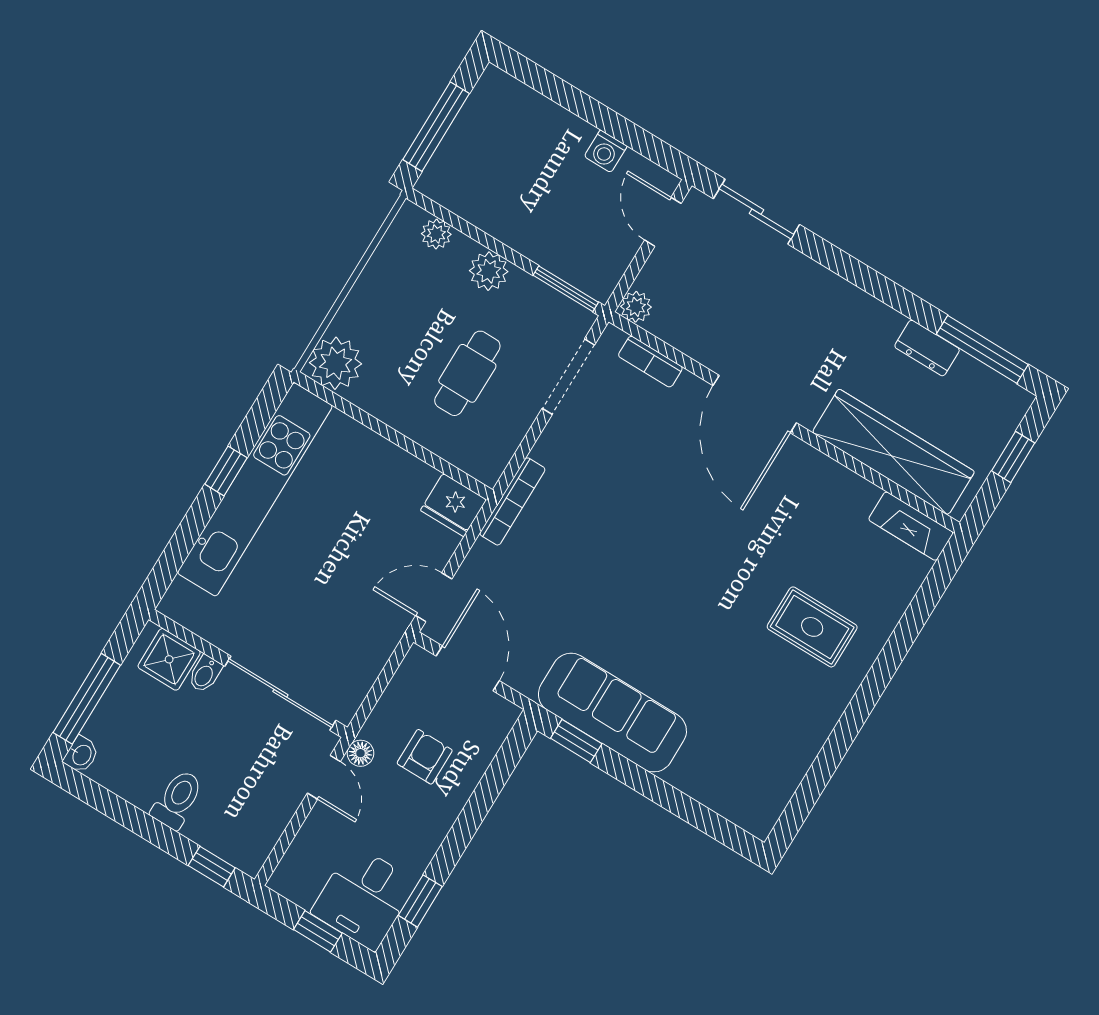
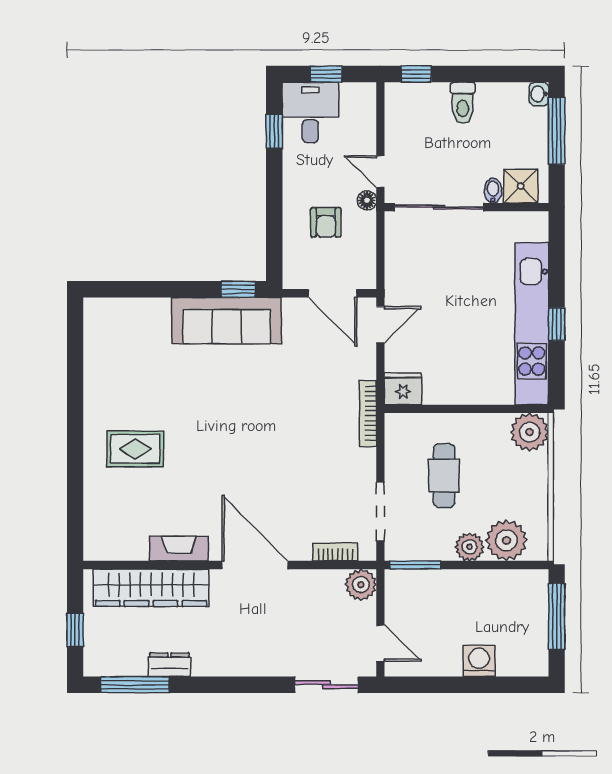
washing machine: (606, 151) -> (479, 661), moved, width x1.38, depth x1.38
plant: (436, 234) -> (506, 540), width x1.88, depth x1.88
plant: (636, 307) -> (361, 585), width x1.38, depth x1.38
fireplace: (911, 526) -> (179, 549), moved

